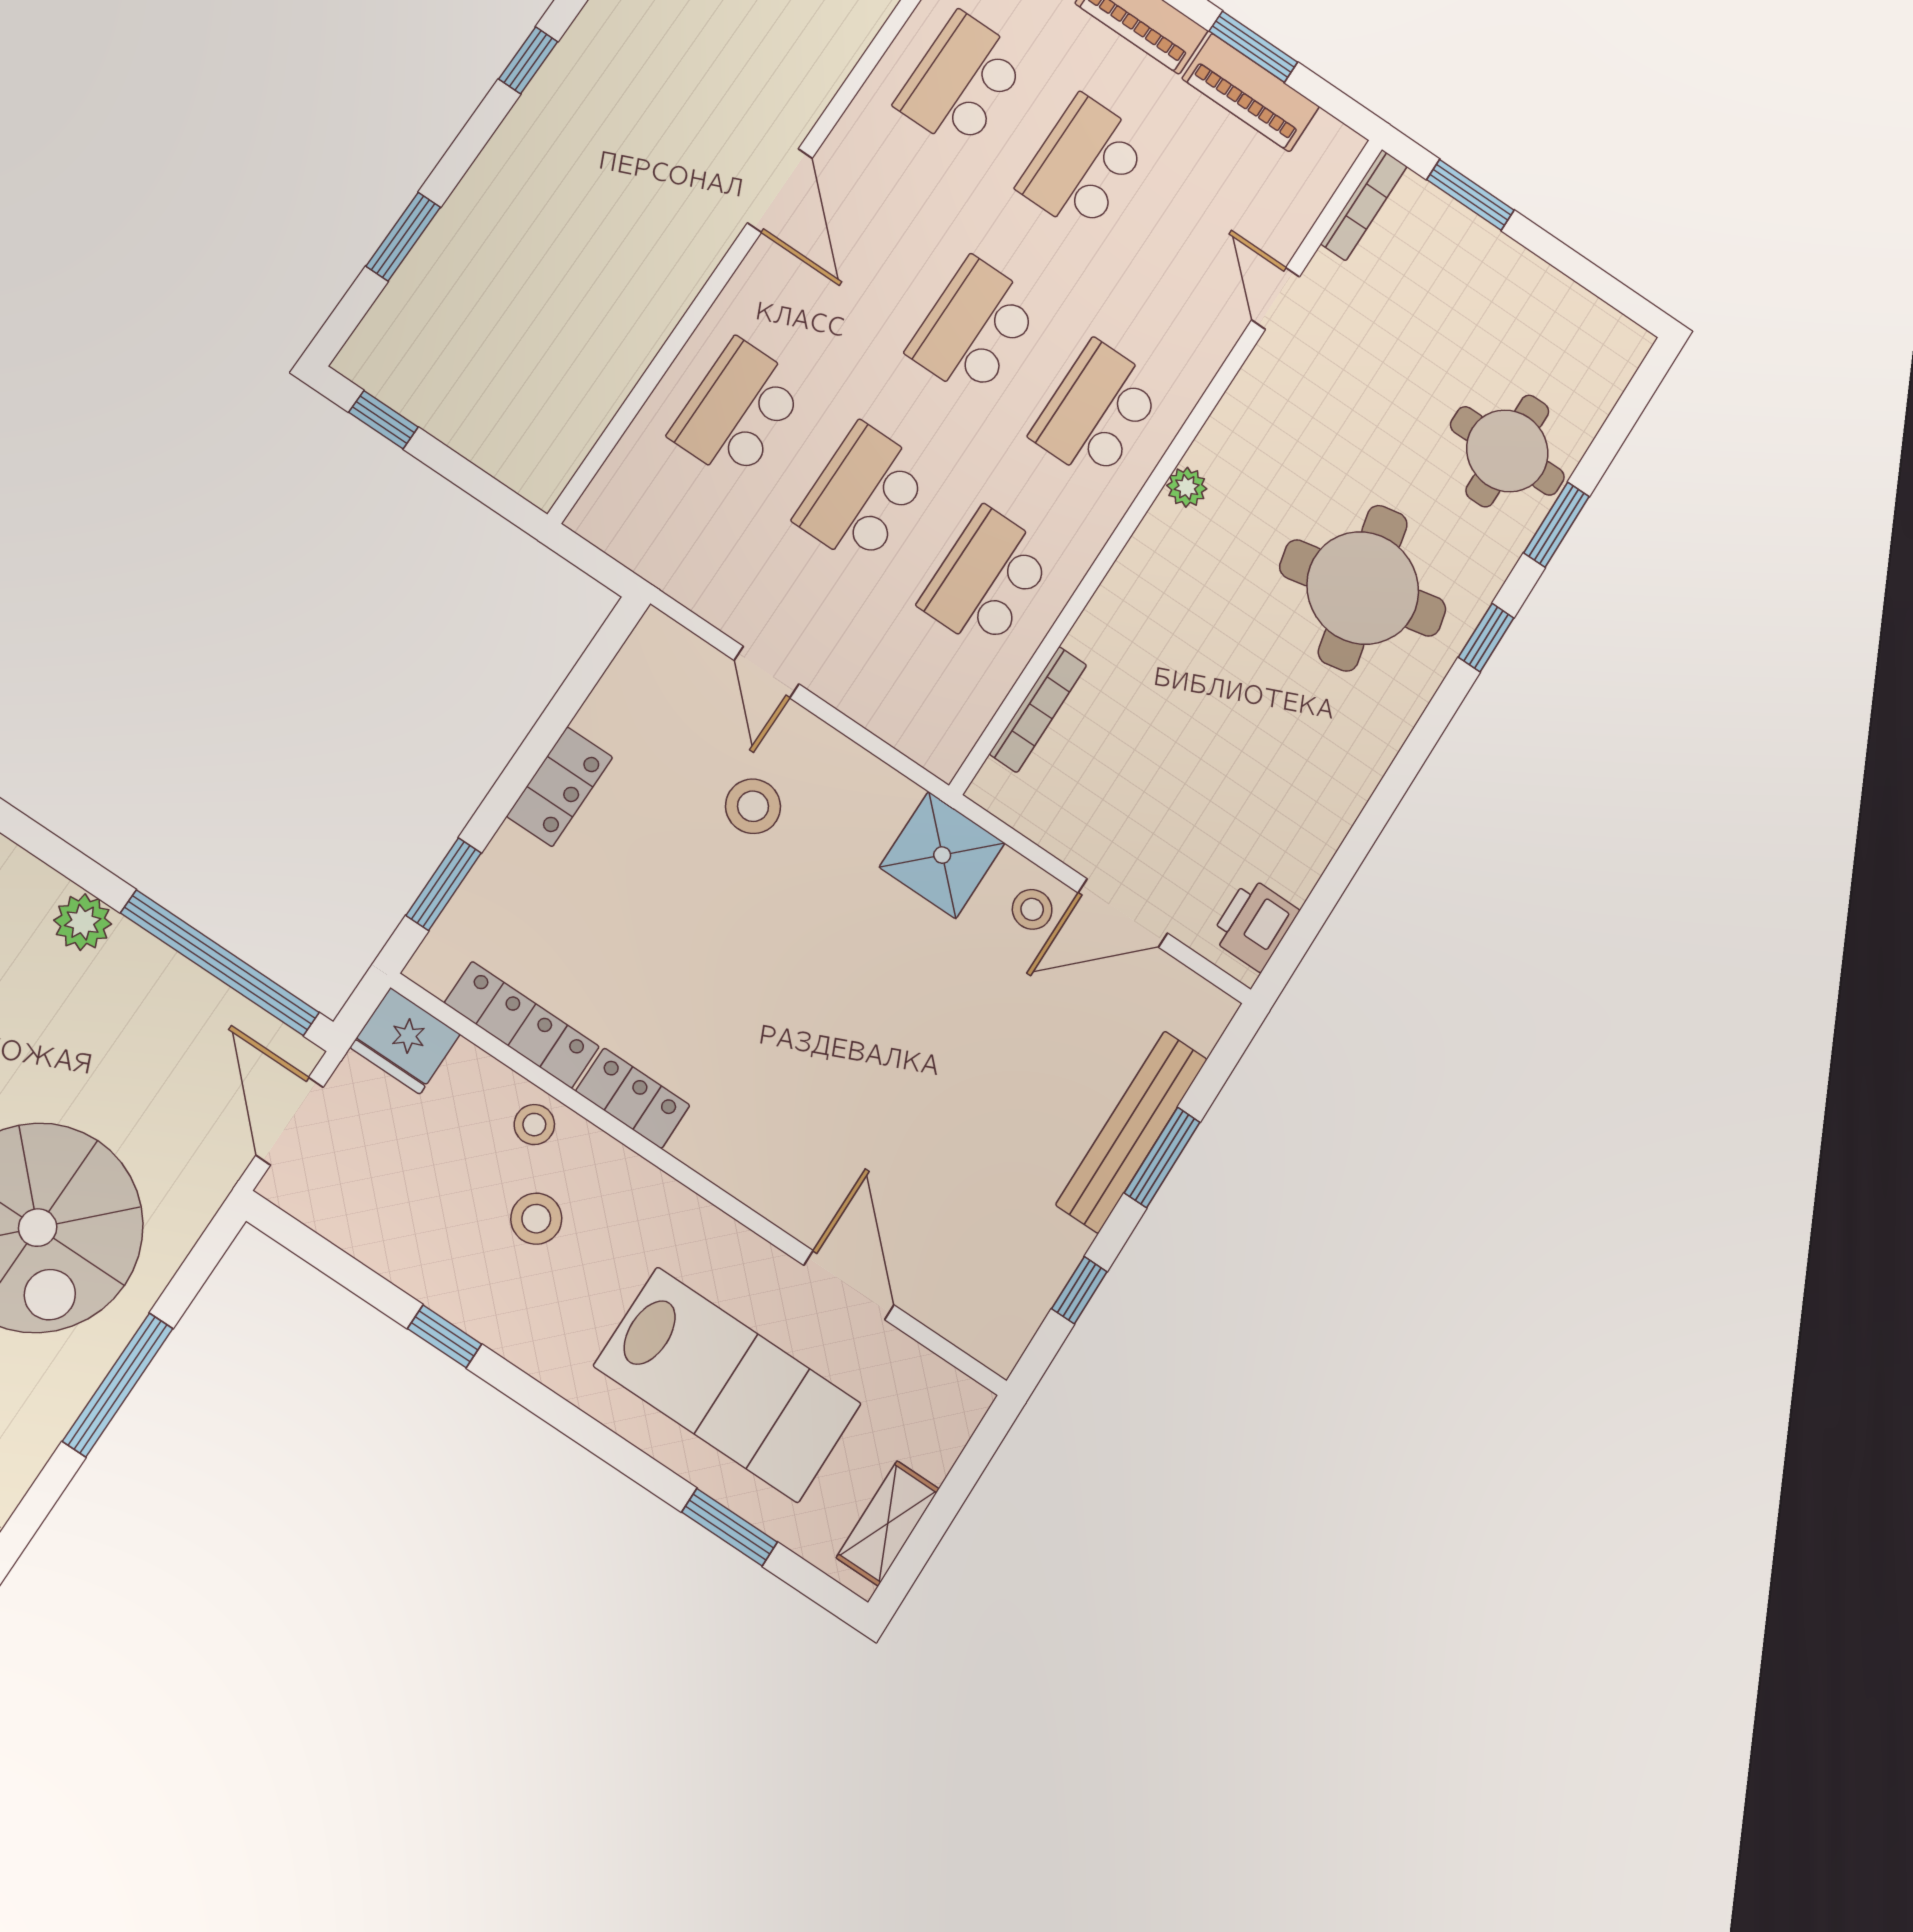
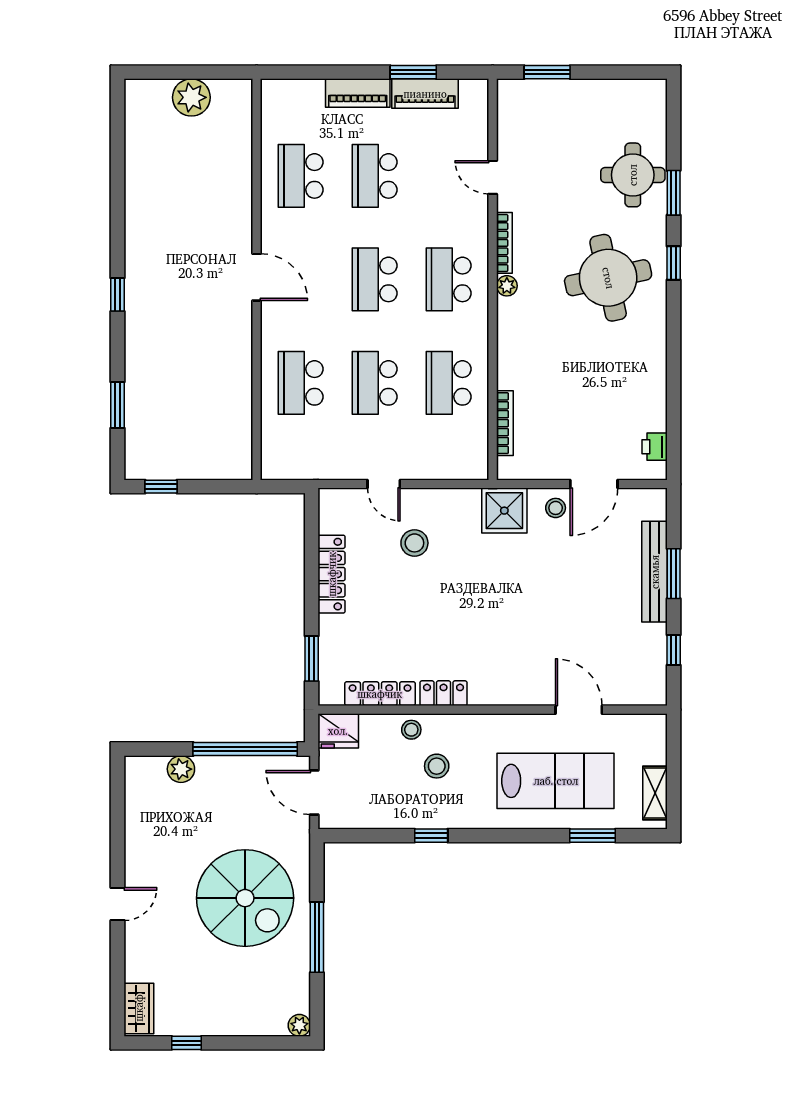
bookcase: (1364, 205) -> (504, 243), moved
locker: (560, 787) -> (332, 574), width x1.53
printer: (1255, 924) -> (655, 447), width x0.73, depth x0.81

